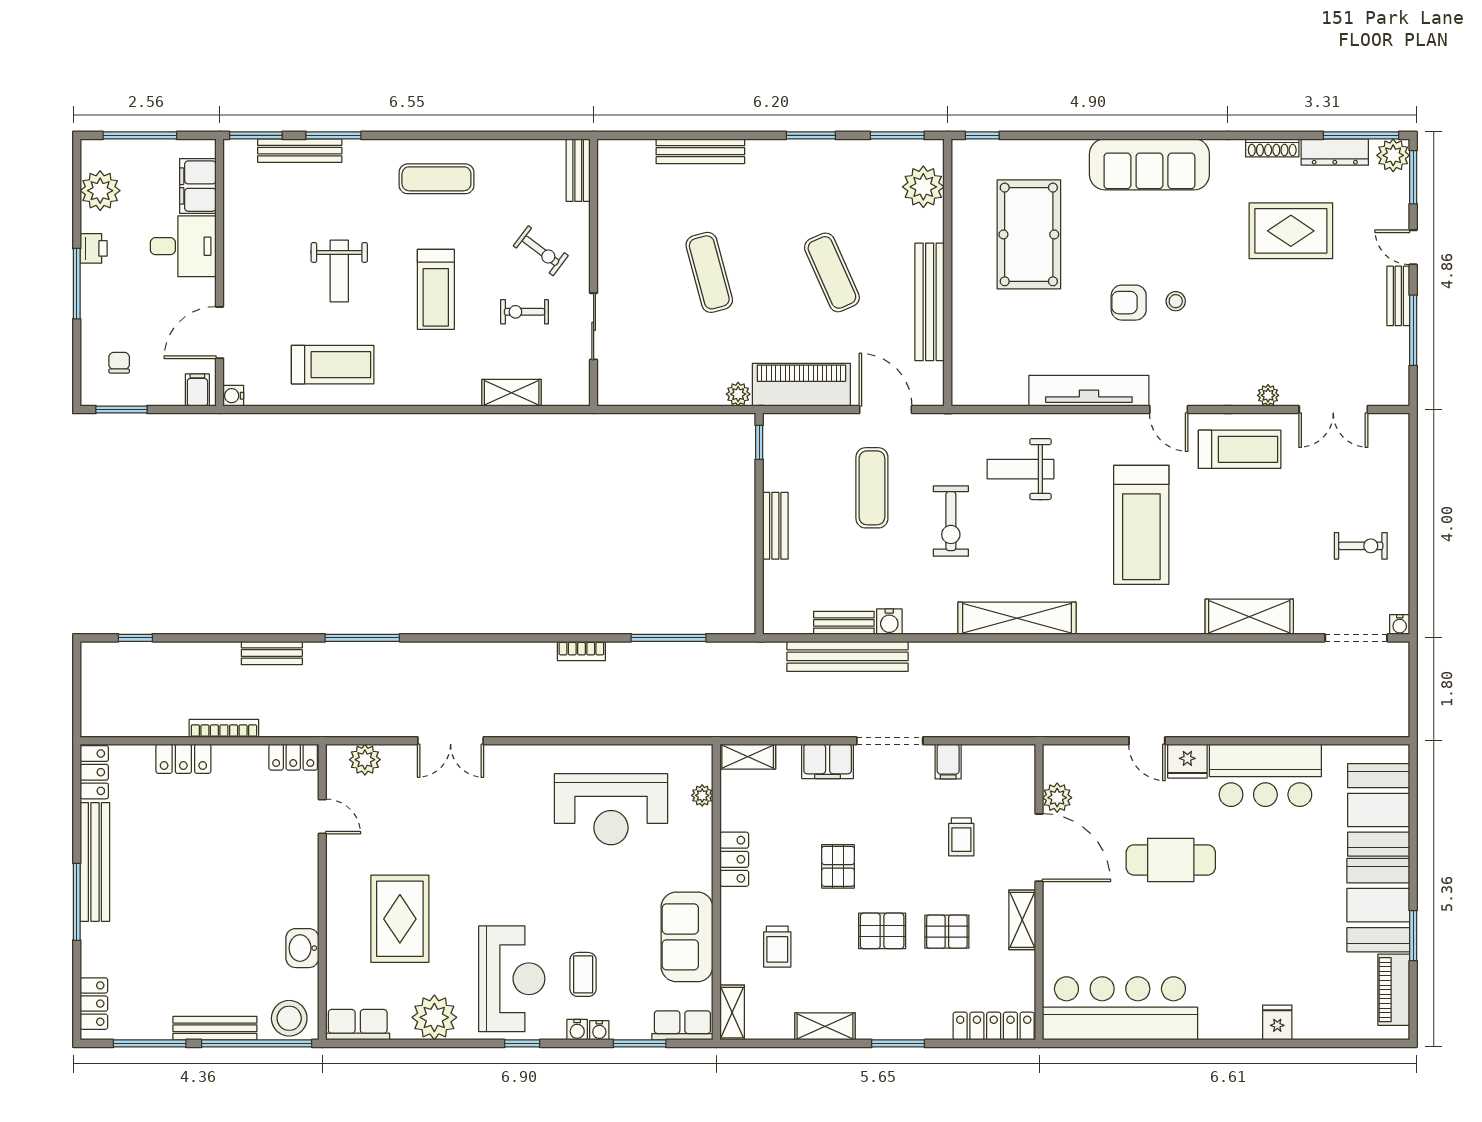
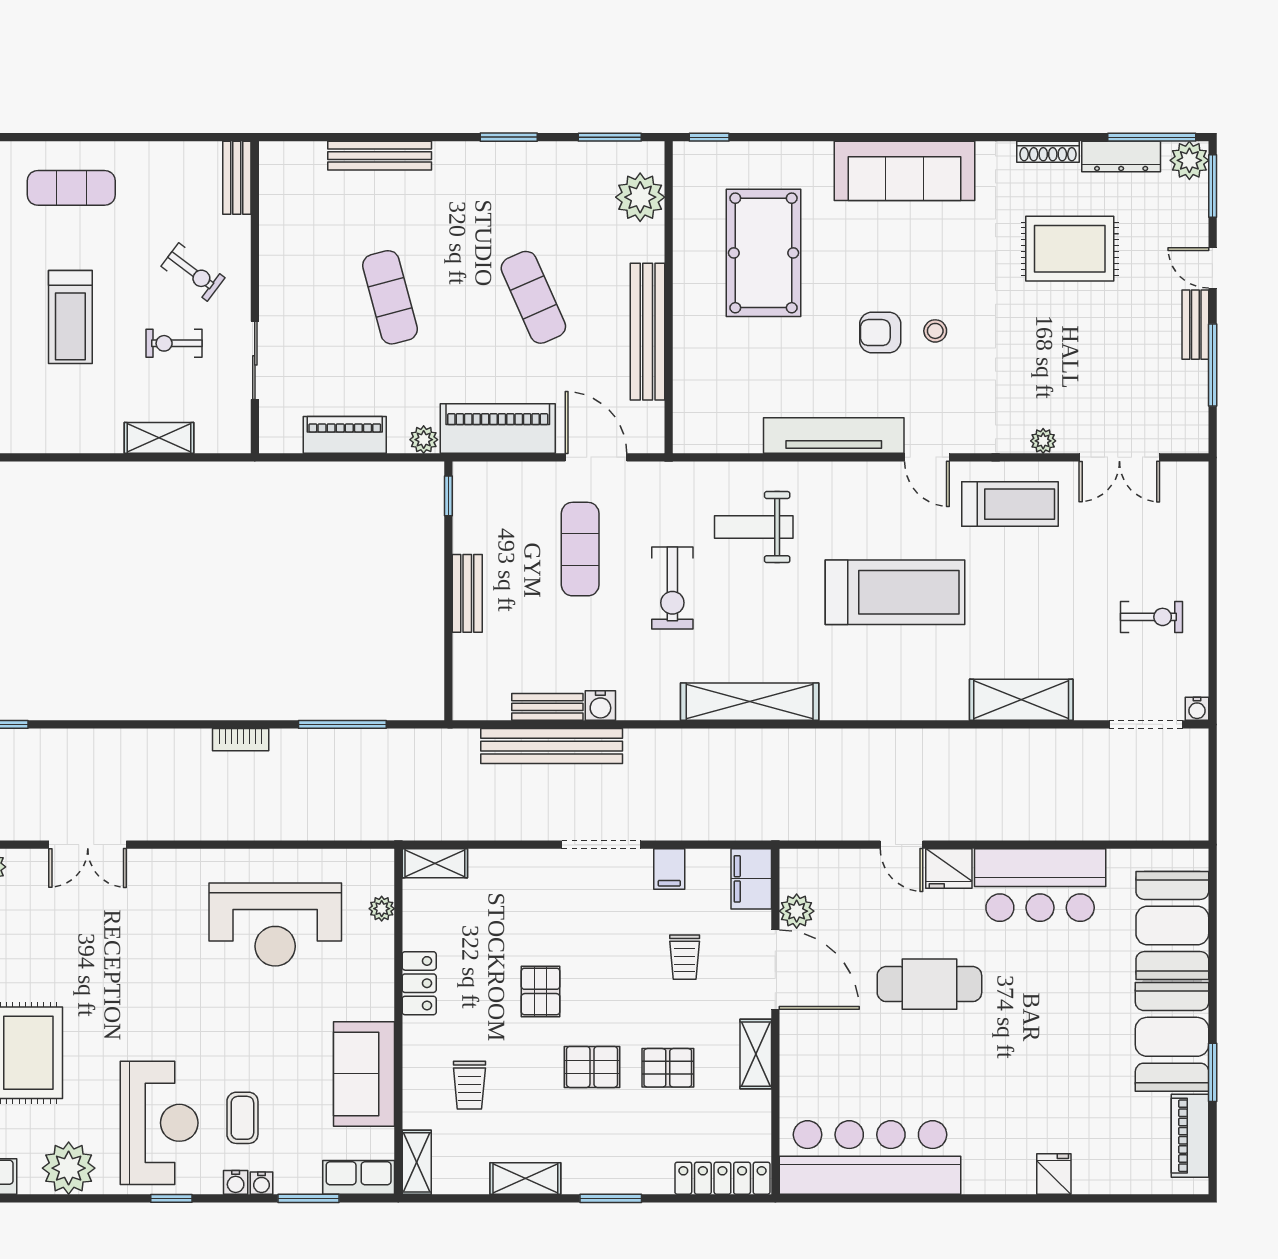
piano: (671, 390) -> (345, 435), added
treadmill: (1141, 525) -> (895, 592), turned -90
filing cabinet: (828, 761) -> (751, 879), moved, turned 90

